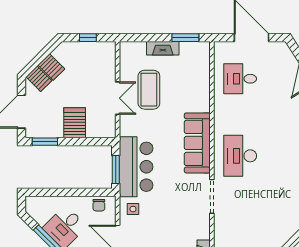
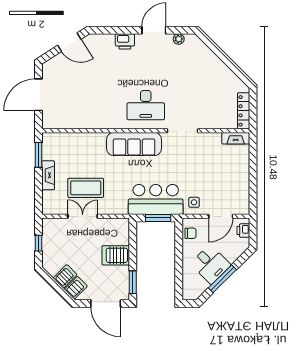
desk: (240, 79) -> (76, 105), removed
double door: (118, 98) -> (83, 216), moved

